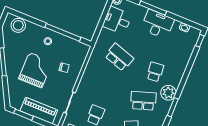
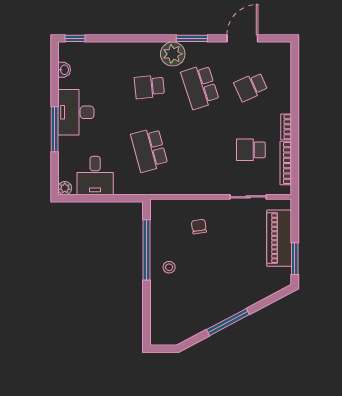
stool: (18, 25) -> (163, 321), removed
school desk: (119, 57) -> (149, 150), turned -33
grand piano: (36, 70) -> (220, 268), removed

